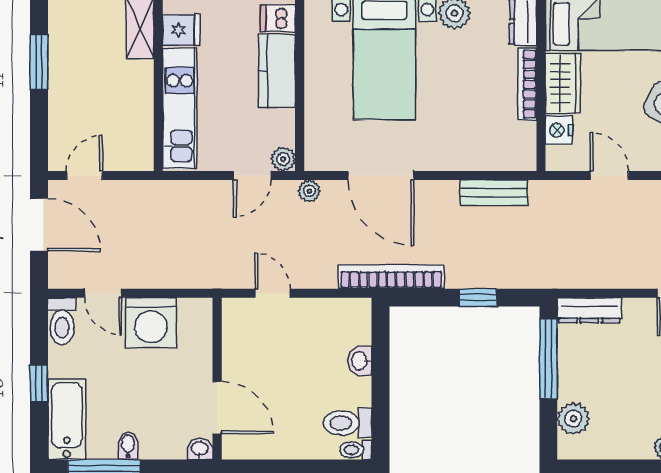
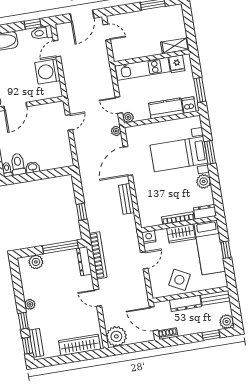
nightstand: (559, 130) -> (149, 237), moved
bench: (494, 193) -> (126, 199), moved
bookcase: (391, 277) -> (98, 255), moved
washbasin: (360, 361) -> (33, 167), moved
window: (39, 384) -> (33, 24), moved

